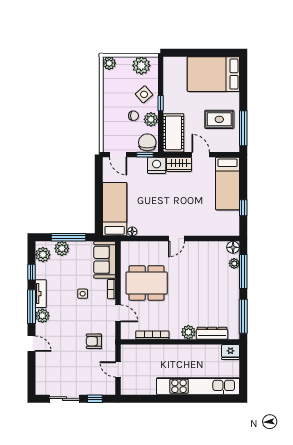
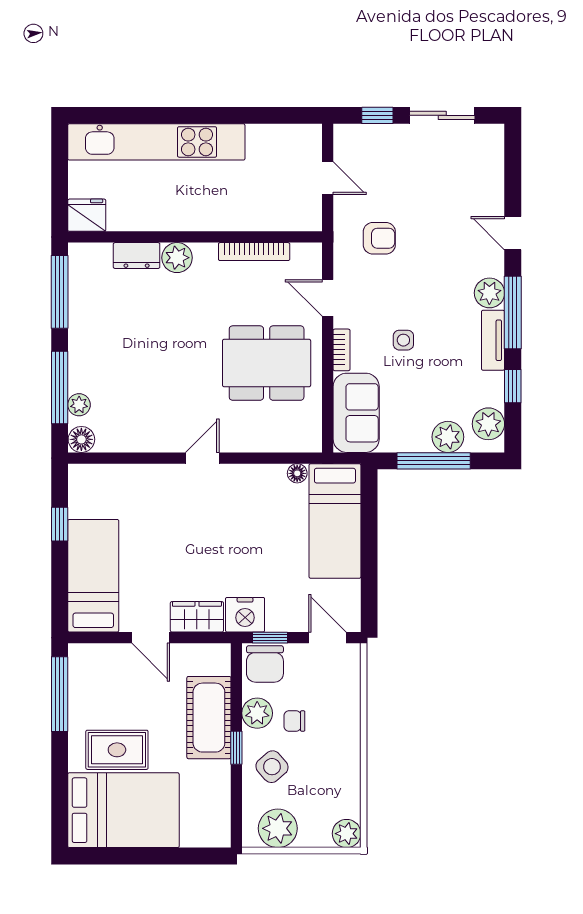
rug: (219, 119) -> (117, 750), moved
cot: (173, 133) -> (209, 718), moved
dresser: (212, 333) -> (137, 256), width x0.70

